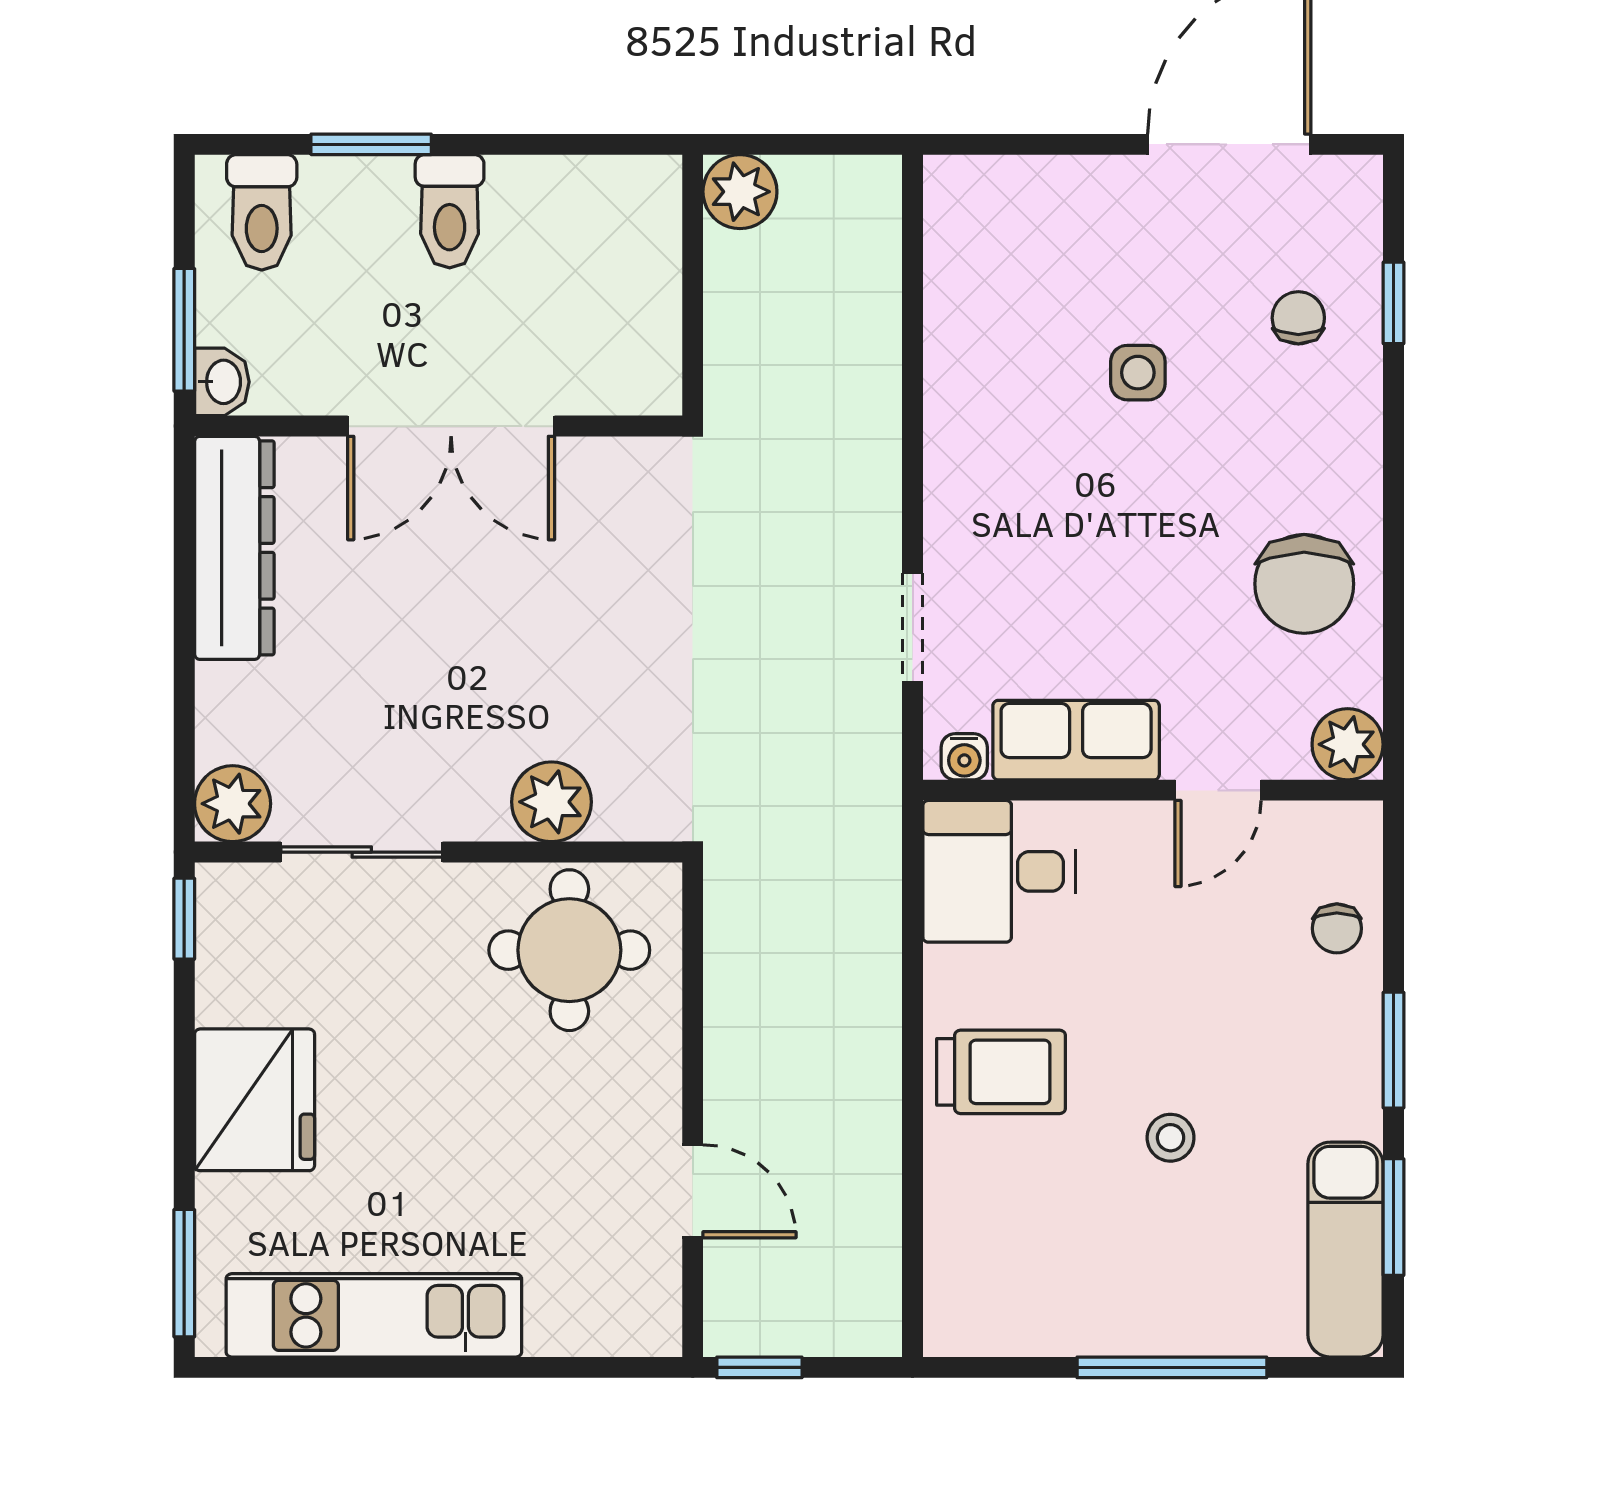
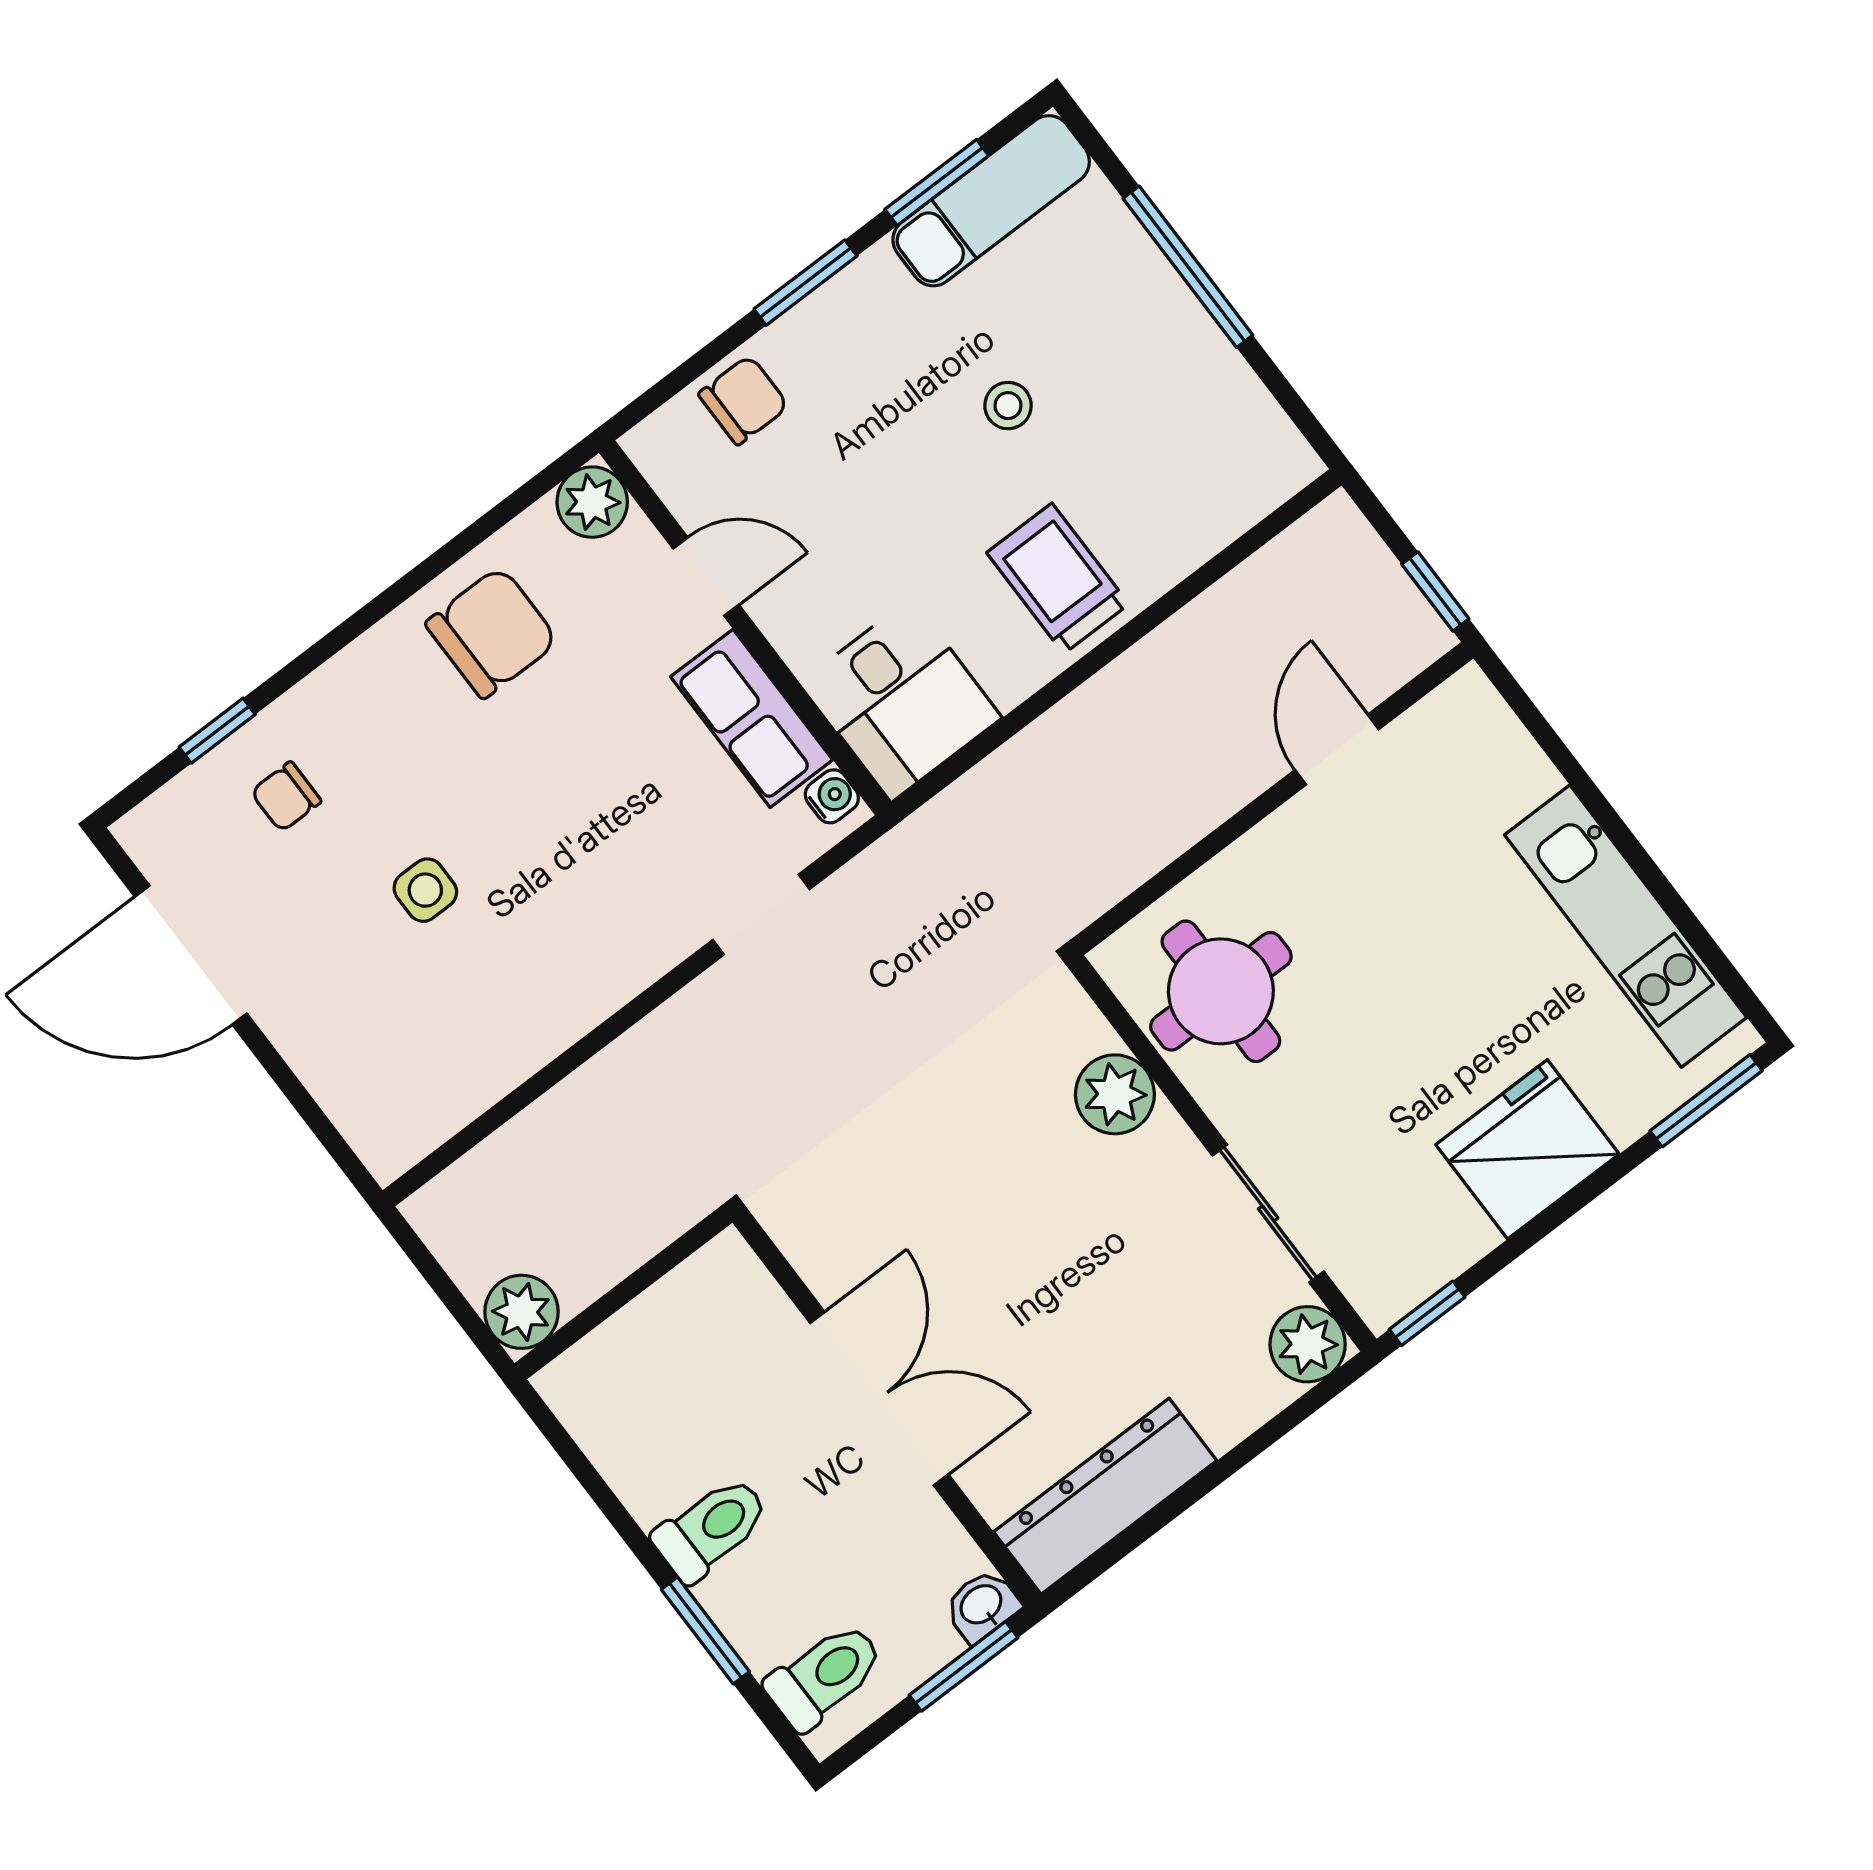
chair: (1337, 928) -> (744, 400), width x1.37, depth x1.37

